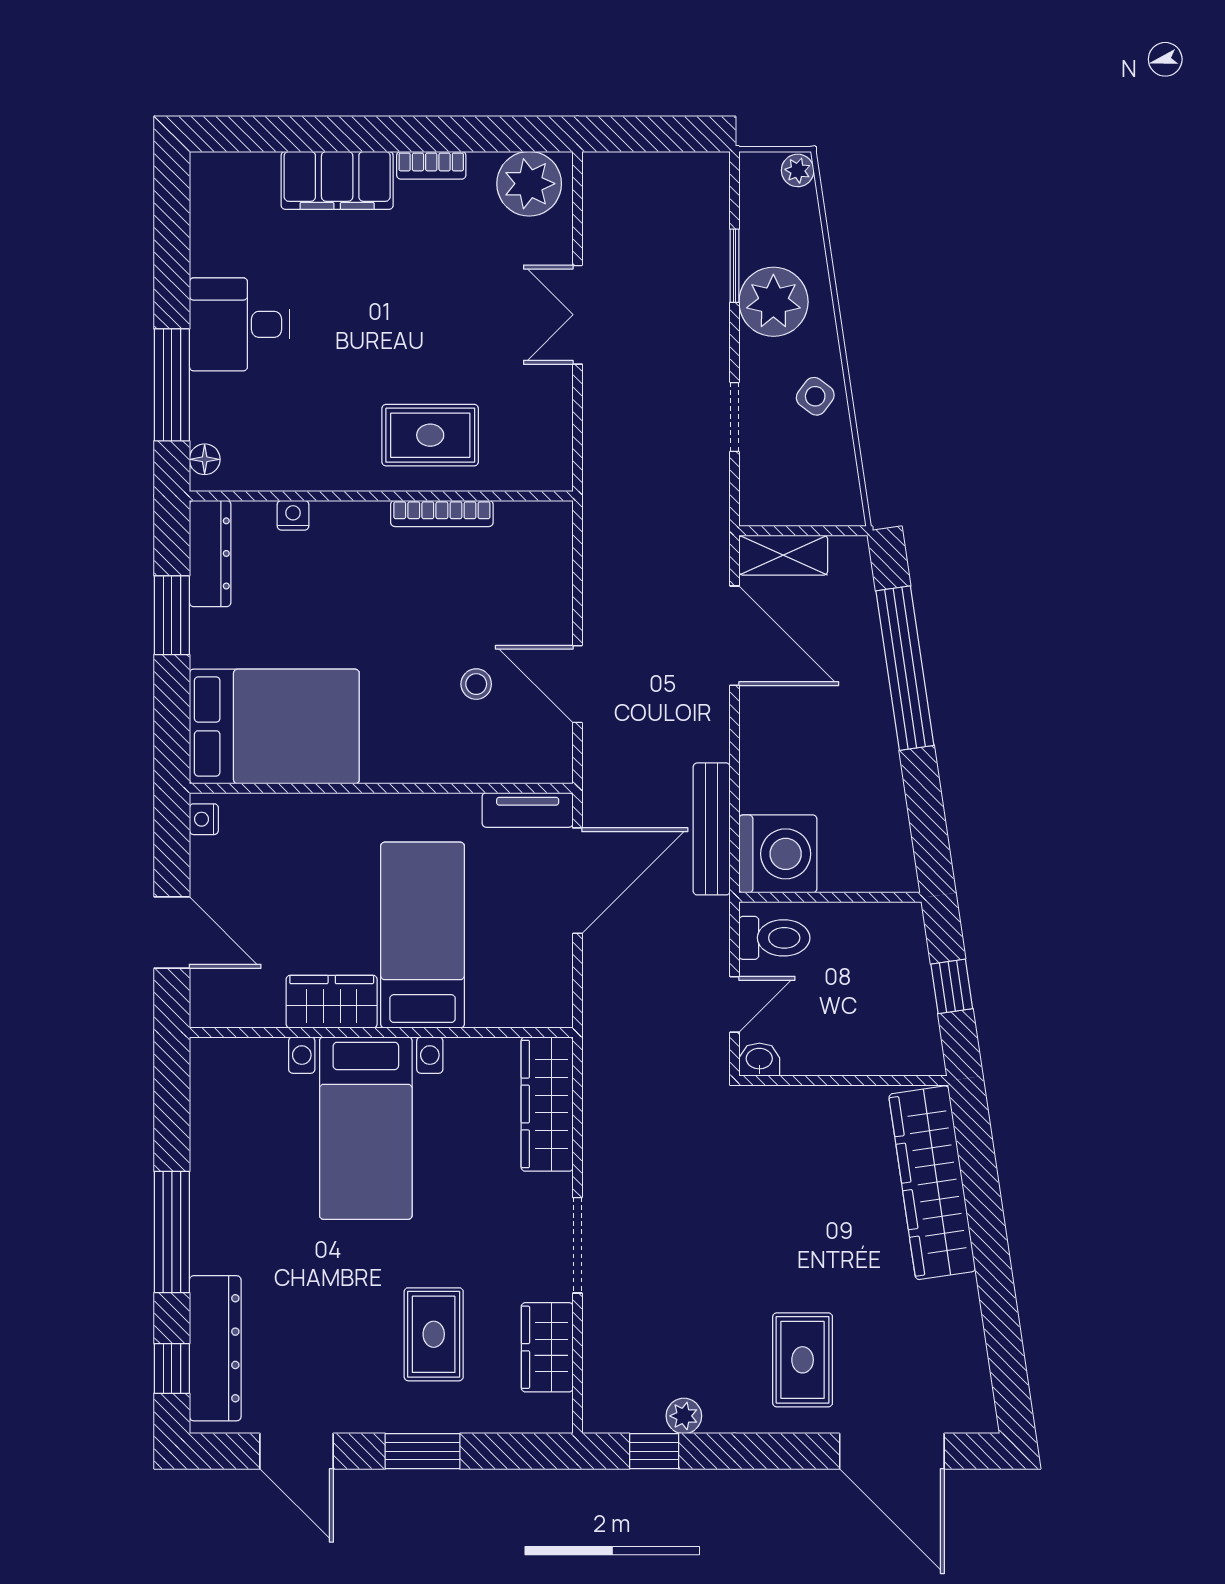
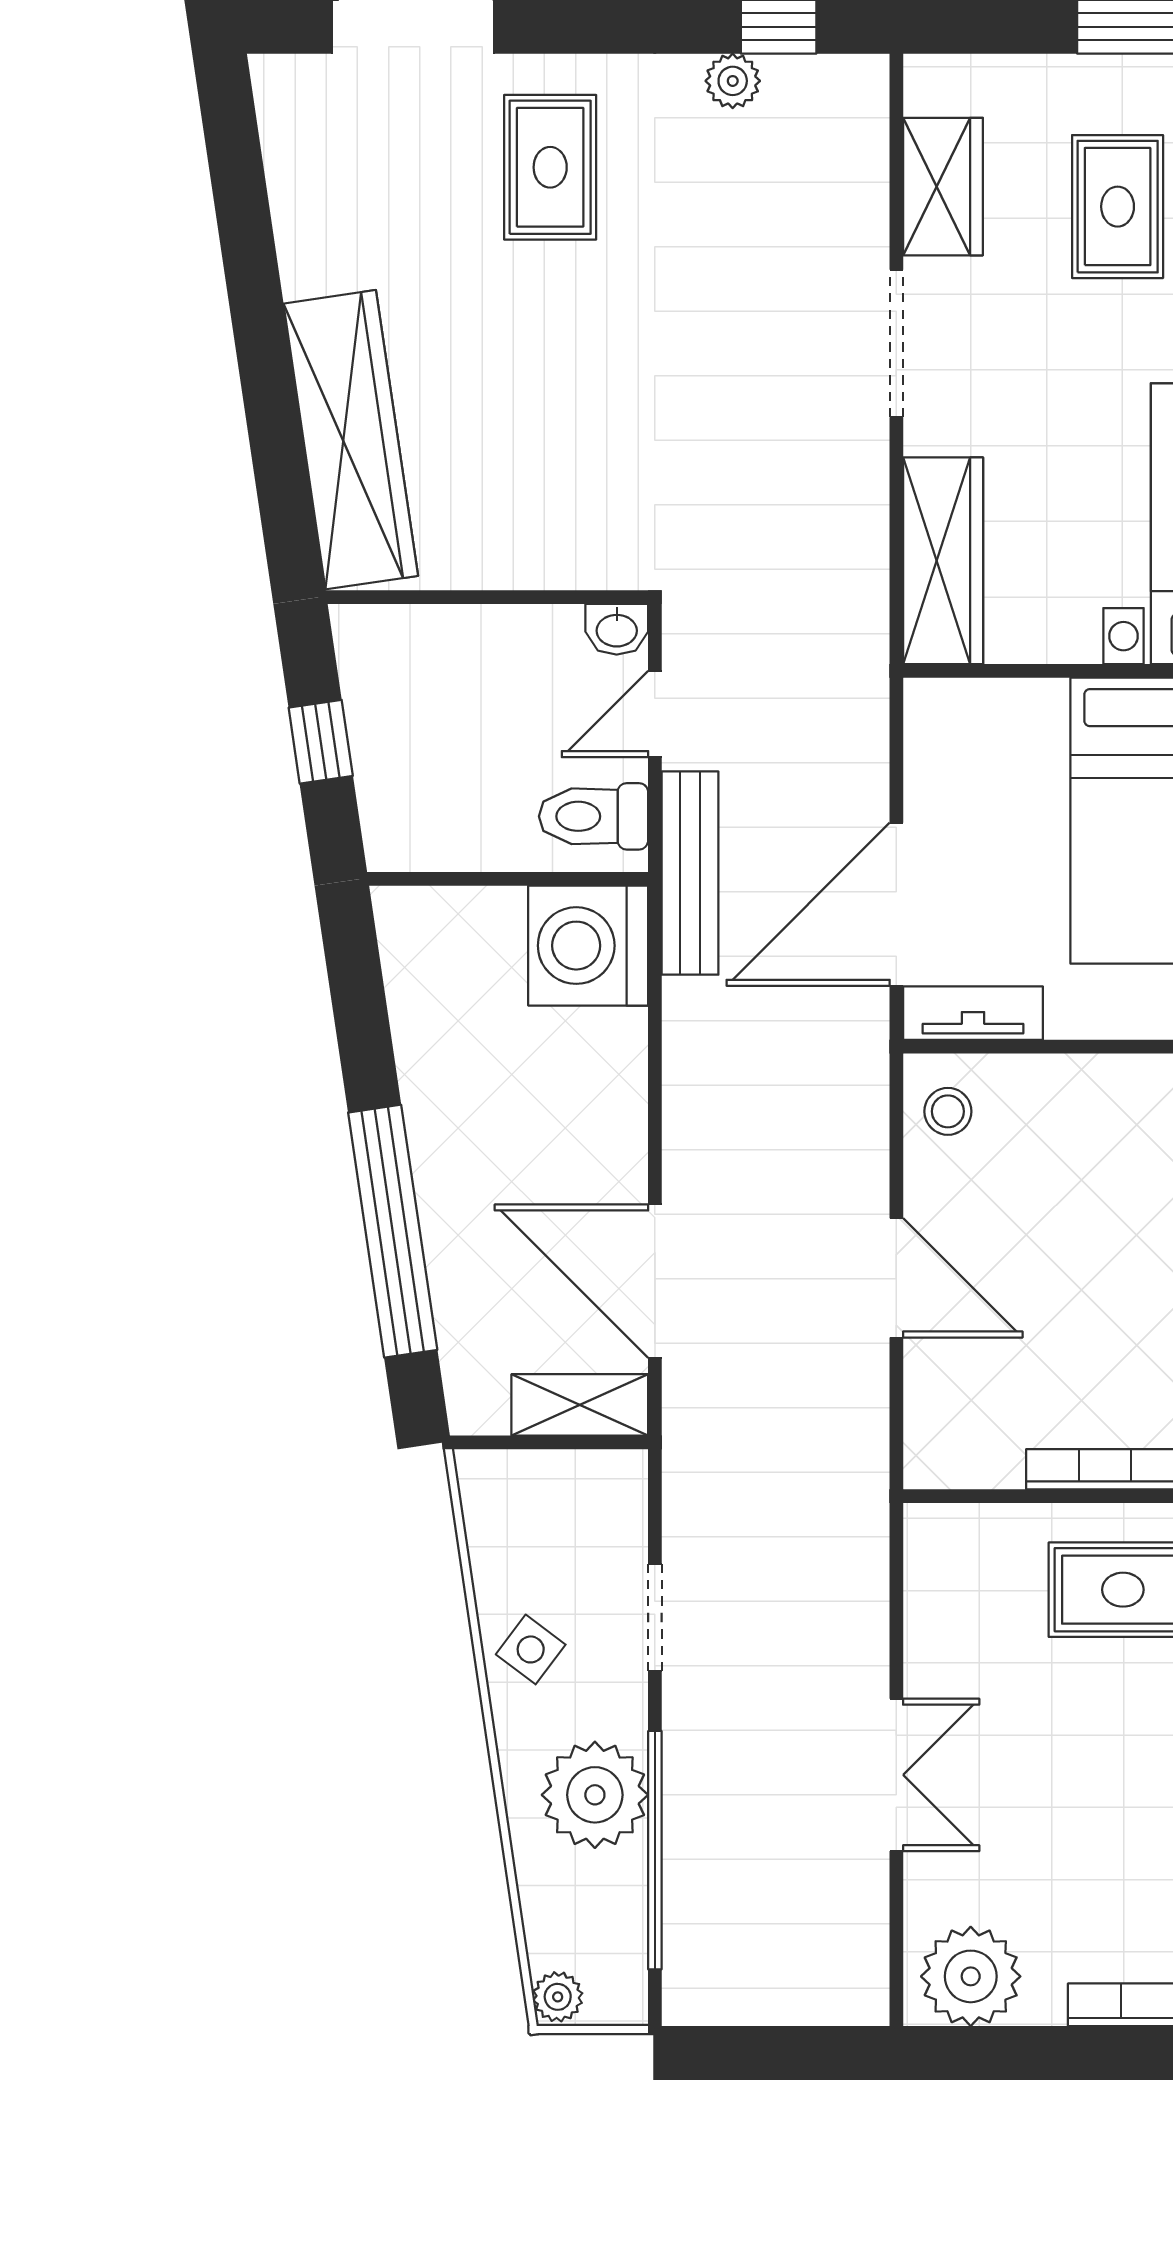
window: (734, 266) -> (655, 1850), width x2.11
stool: (476, 684) -> (948, 1111), moved
door: (577, 684) -> (896, 1278), moved
bench: (712, 829) -> (690, 873), moved

